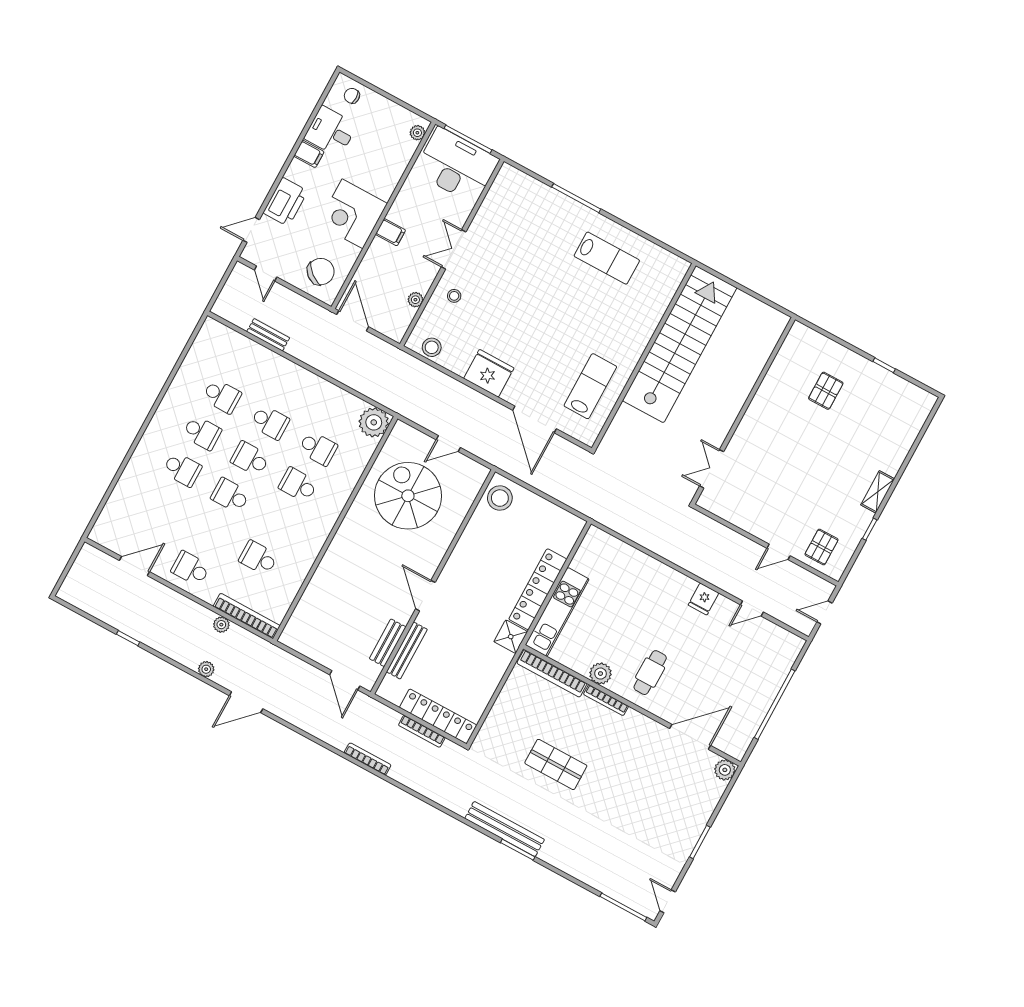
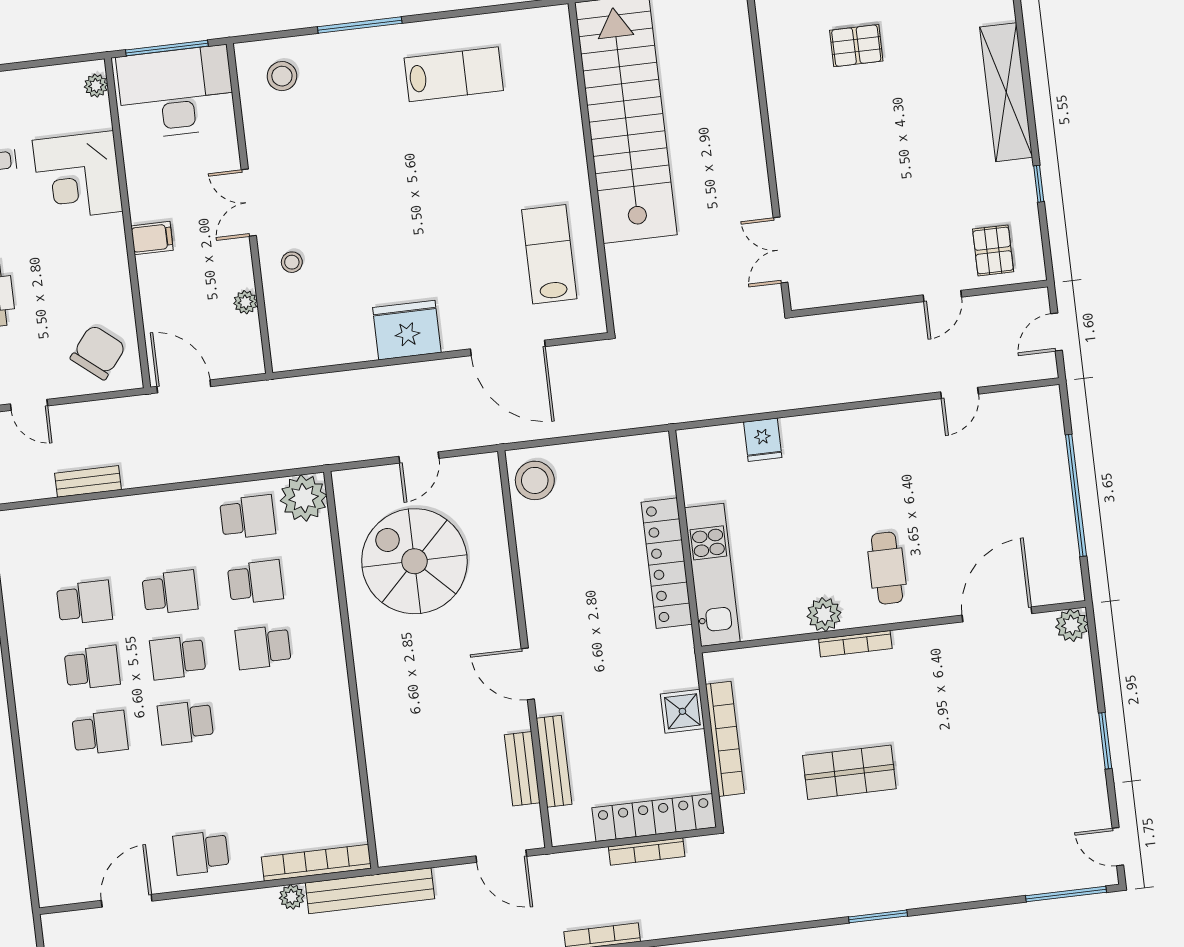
corner desk: (352, 214) -> (78, 176), moved
stool: (432, 347) -> (282, 76), moved
pallet: (826, 391) -> (856, 46), turned 90
shelving: (878, 492) -> (1006, 92), width x2.20, depth x1.33
school desk: (258, 558) -> (248, 517), moved, turned 180
fridge: (703, 599) -> (763, 440), moved
shower: (511, 637) -> (682, 711), moved
bookcase: (552, 673) -> (725, 739), moved, turned -90
bench: (505, 829) -> (370, 891), moved

